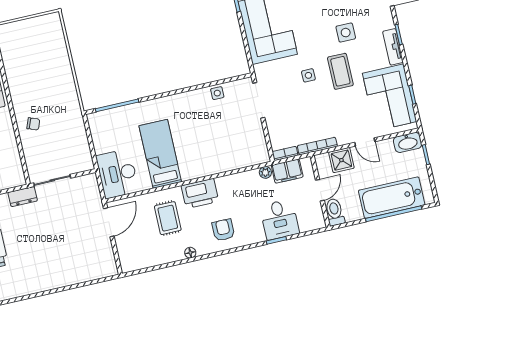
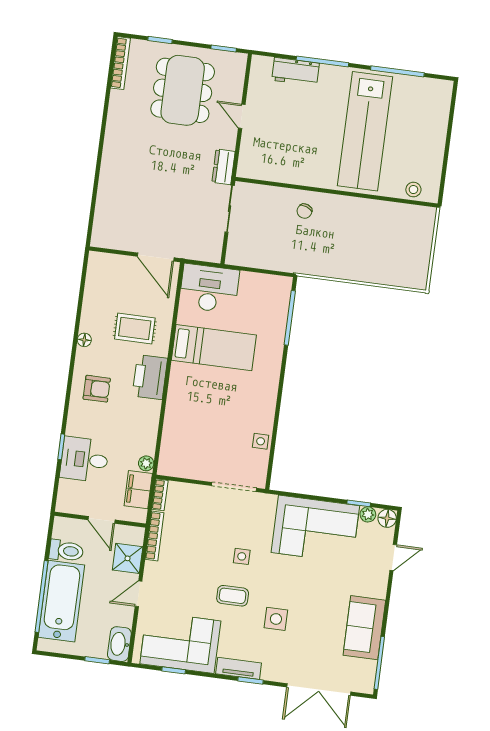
coffee table: (340, 71) -> (233, 596), width x0.73, depth x0.77
toilet: (335, 212) -> (66, 551), moved

